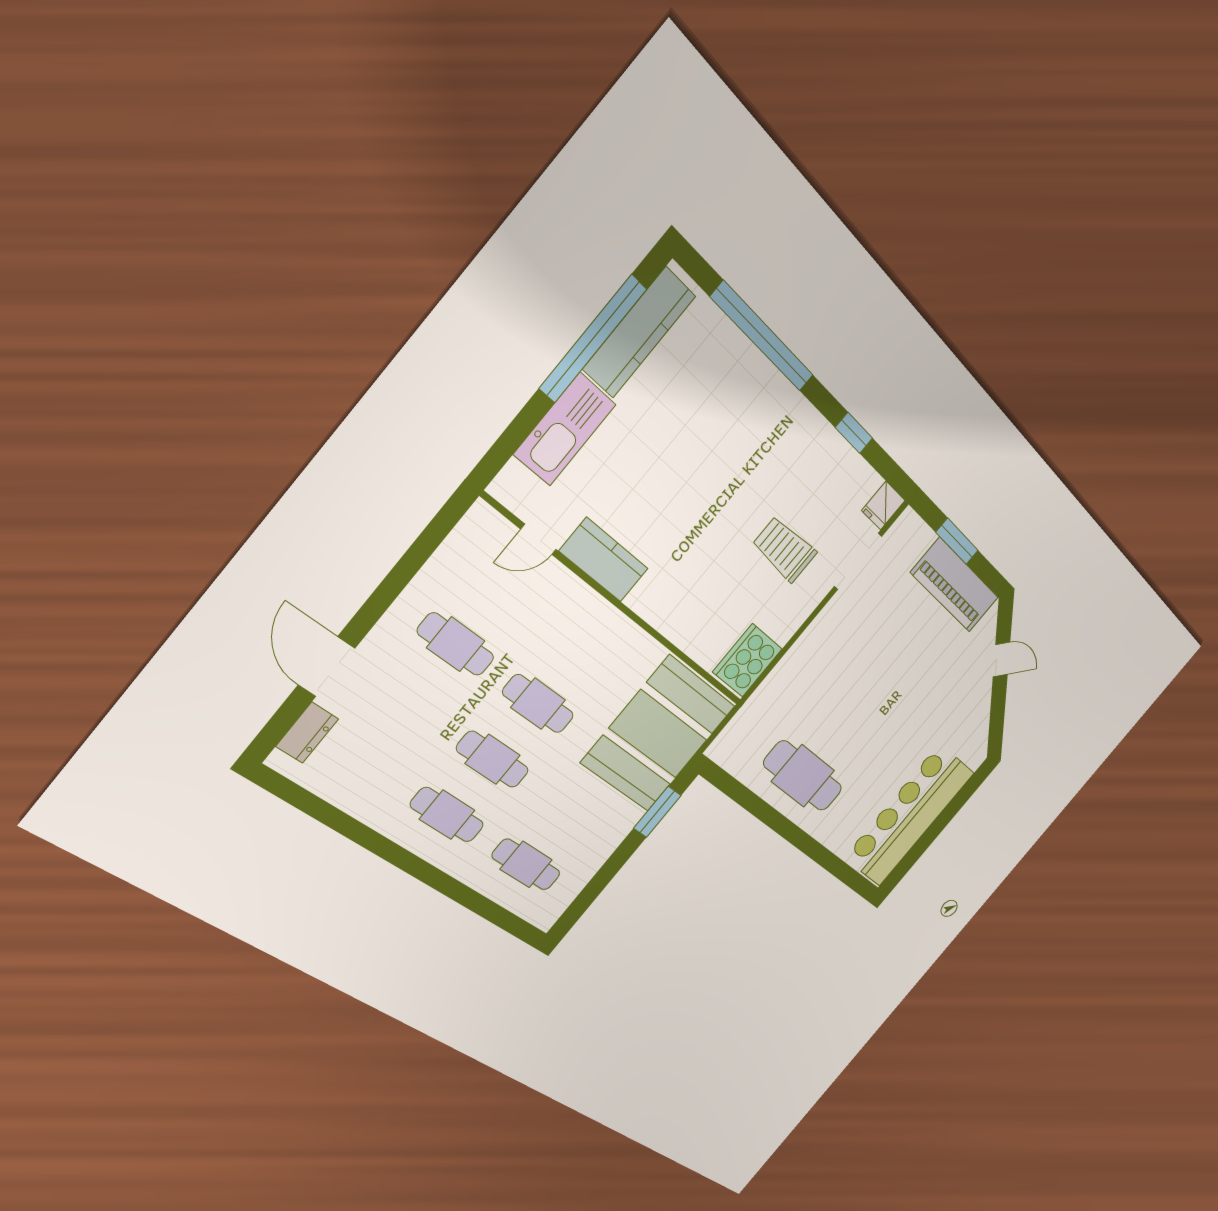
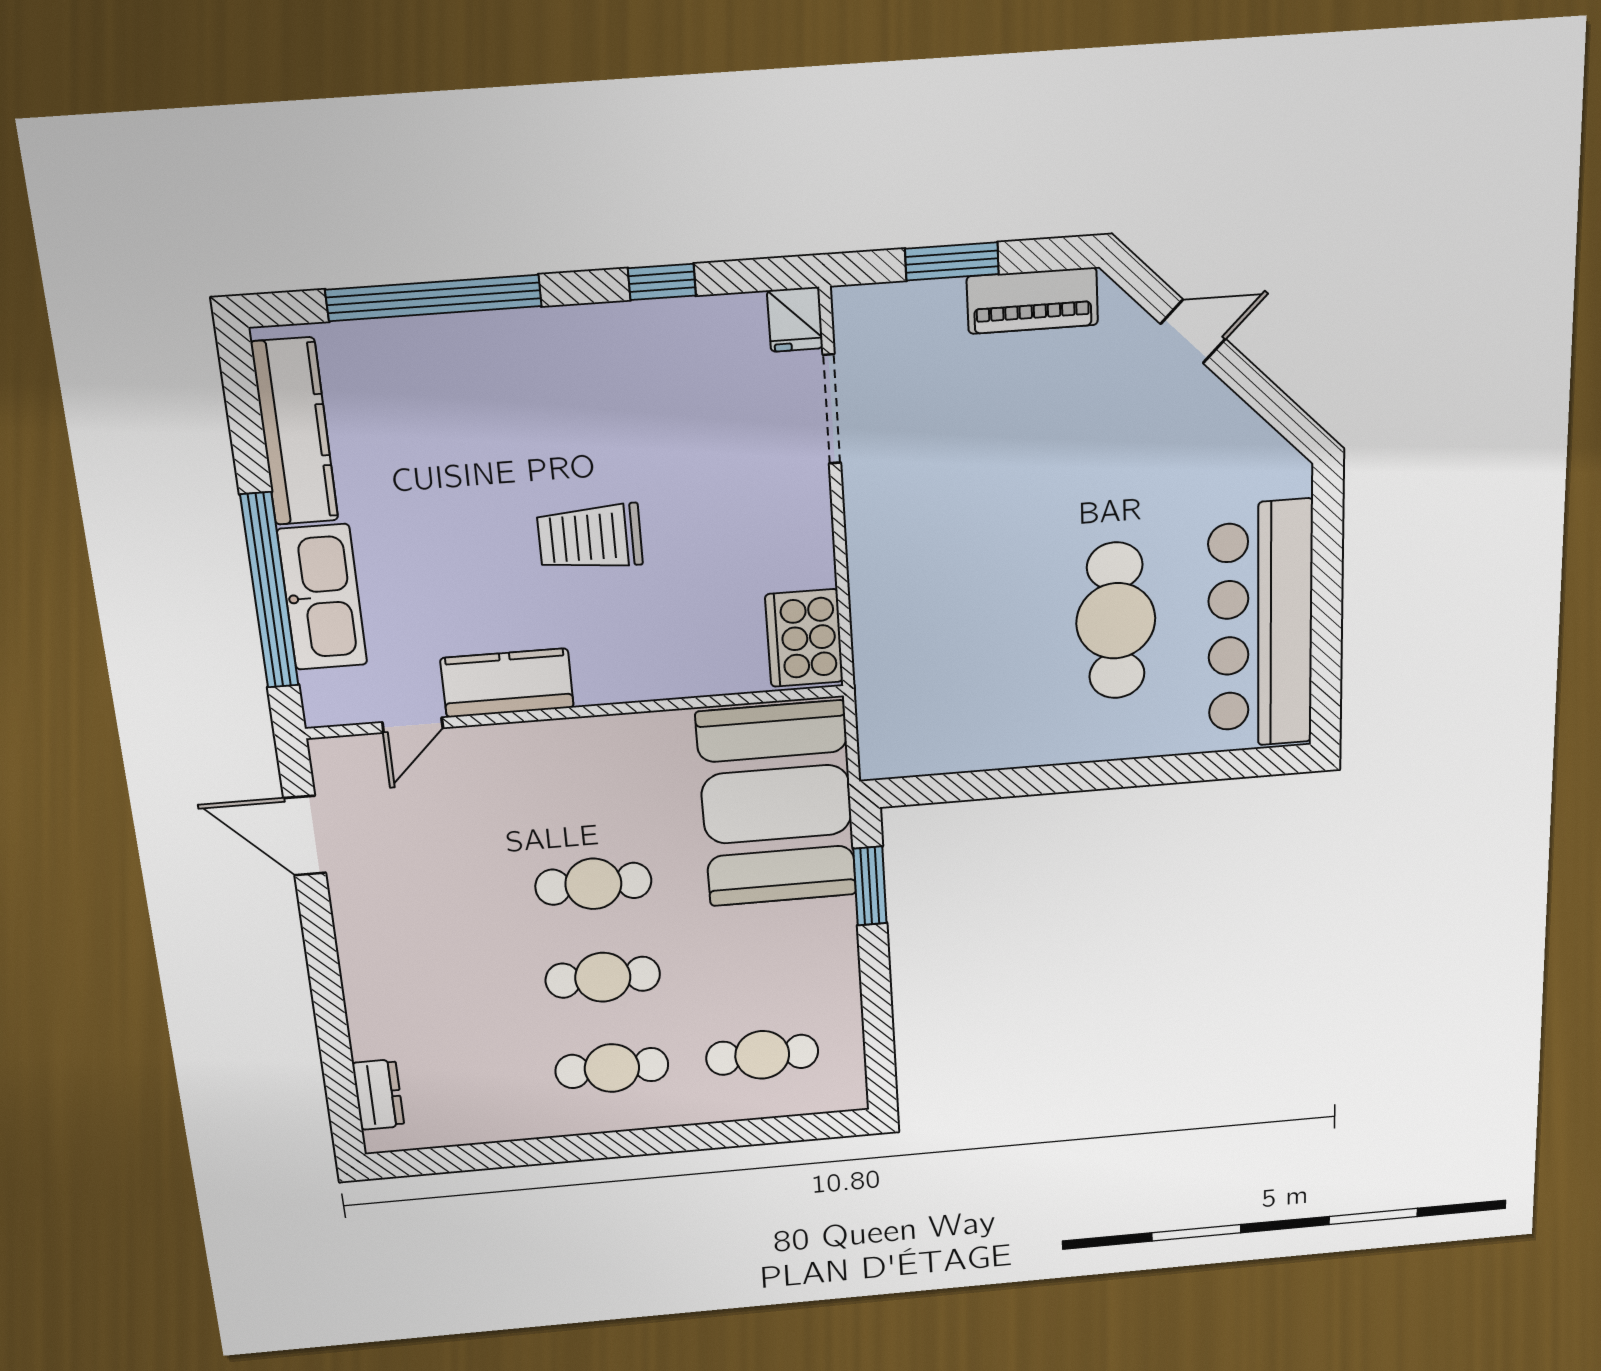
window: (593, 339) -> (270, 591), moved
trolley: (784, 549) -> (590, 537), moved
piano: (955, 585) -> (1032, 301), width x0.73, depth x0.75
cafe table: (456, 644) -> (438, 897), removed
door: (327, 667) -> (305, 836), moved
cafe table: (803, 776) -> (1116, 621), moved, turned 90

